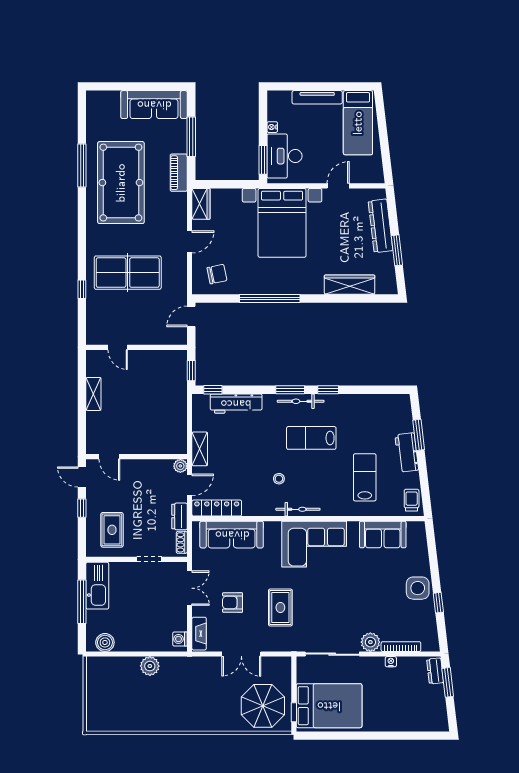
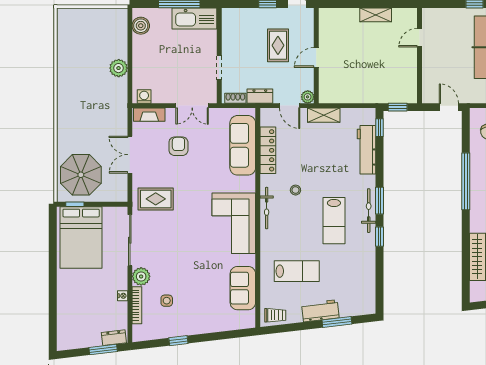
lab bench: (311, 438) -> (334, 221), turned 180
door: (109, 457) -> (316, 57), moved
locker: (217, 508) -> (268, 150), moved
rug: (112, 530) -> (278, 45), moved, turned 90
side table: (418, 588) -> (167, 301), moved, width x0.54, depth x0.54
rug: (280, 608) -> (156, 199), moved

